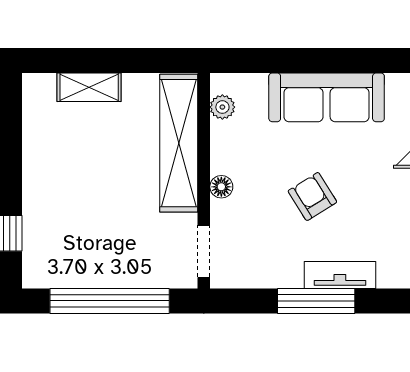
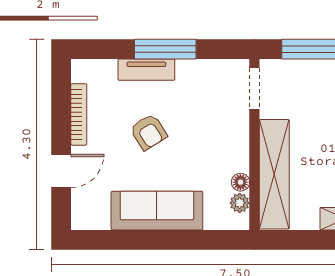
floor lamp: (221, 187) -> (240, 182), moved
armchair: (312, 196) -> (149, 132), moved

